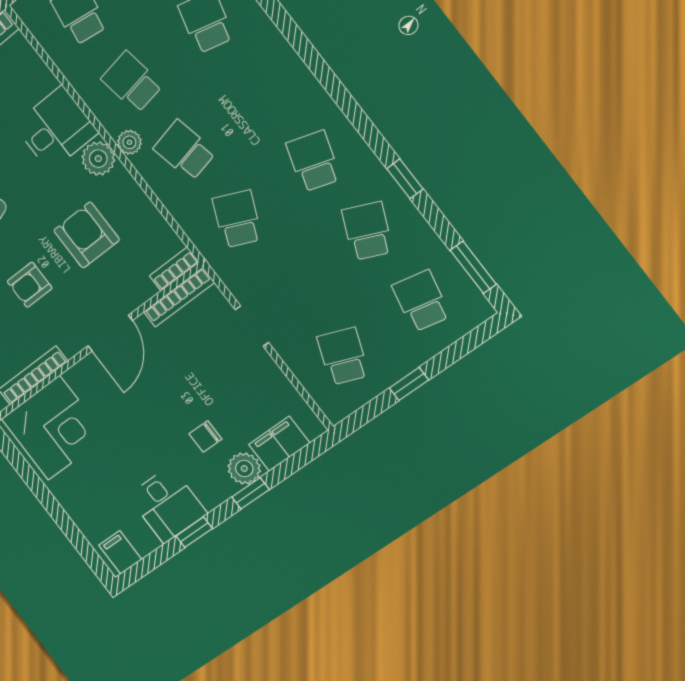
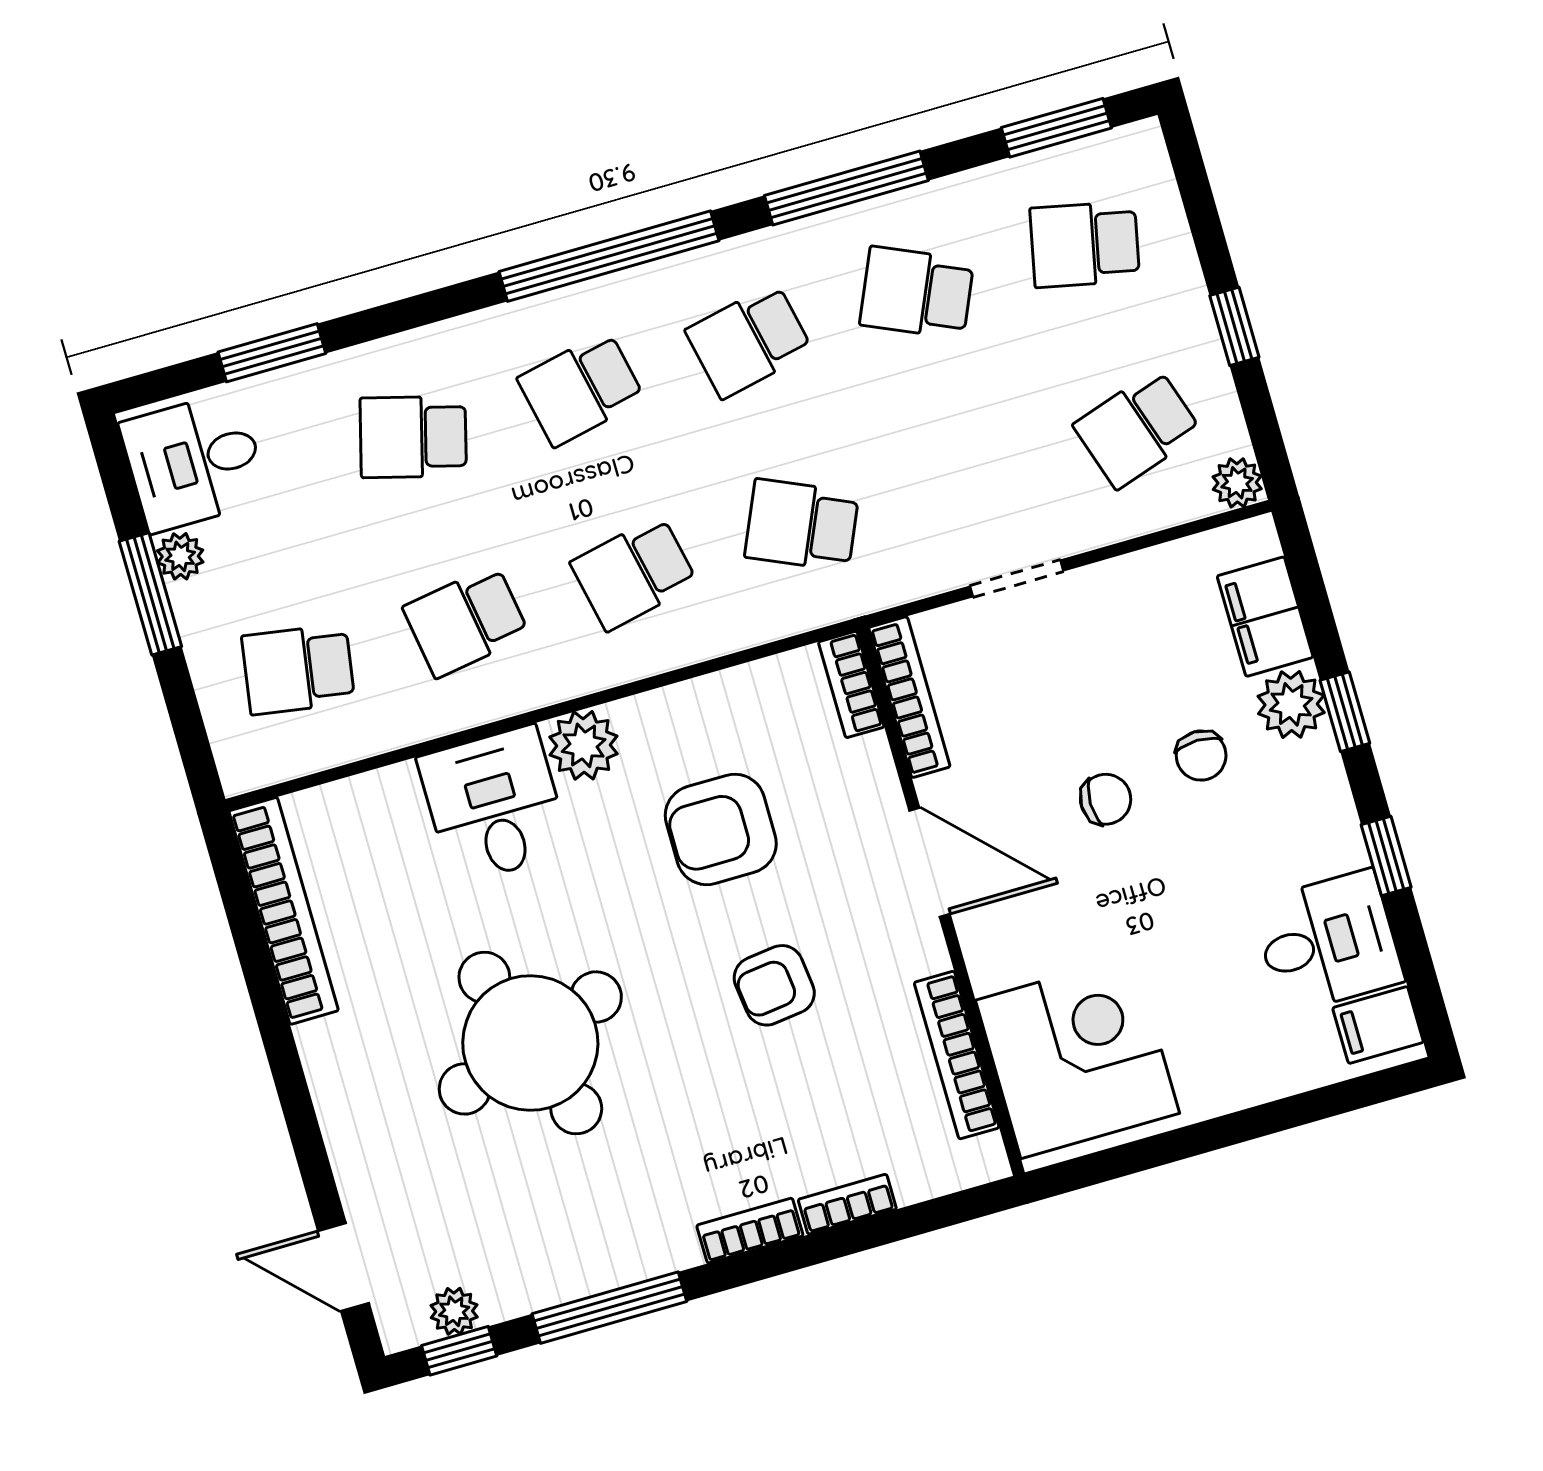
window: (328, 79) -> (609, 256), added
school desk: (260, 91) -> (581, 389), added
plant: (129, 142) -> (1237, 483), moved
school desk: (313, 161) -> (749, 341), turned -30
window: (405, 179) -> (846, 188), width x2.17
armchair: (30, 285) -> (774, 985), turned 83
school desk: (343, 356) -> (1137, 429), turned -39
chair: (169, 401) -> (1106, 799), added
desk: (167, 505) -> (1328, 942), moved

